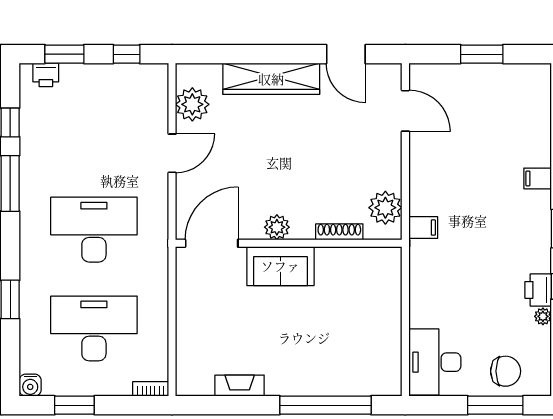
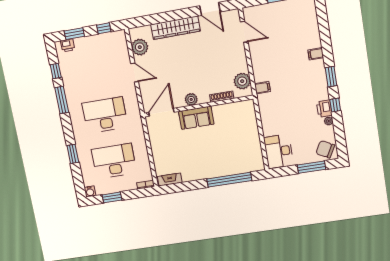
door: (172, 153) -> (135, 72), hinge flipped
chair: (506, 371) -> (325, 149), moved, turned -152
fireplace: (240, 386) -> (170, 179), moved

